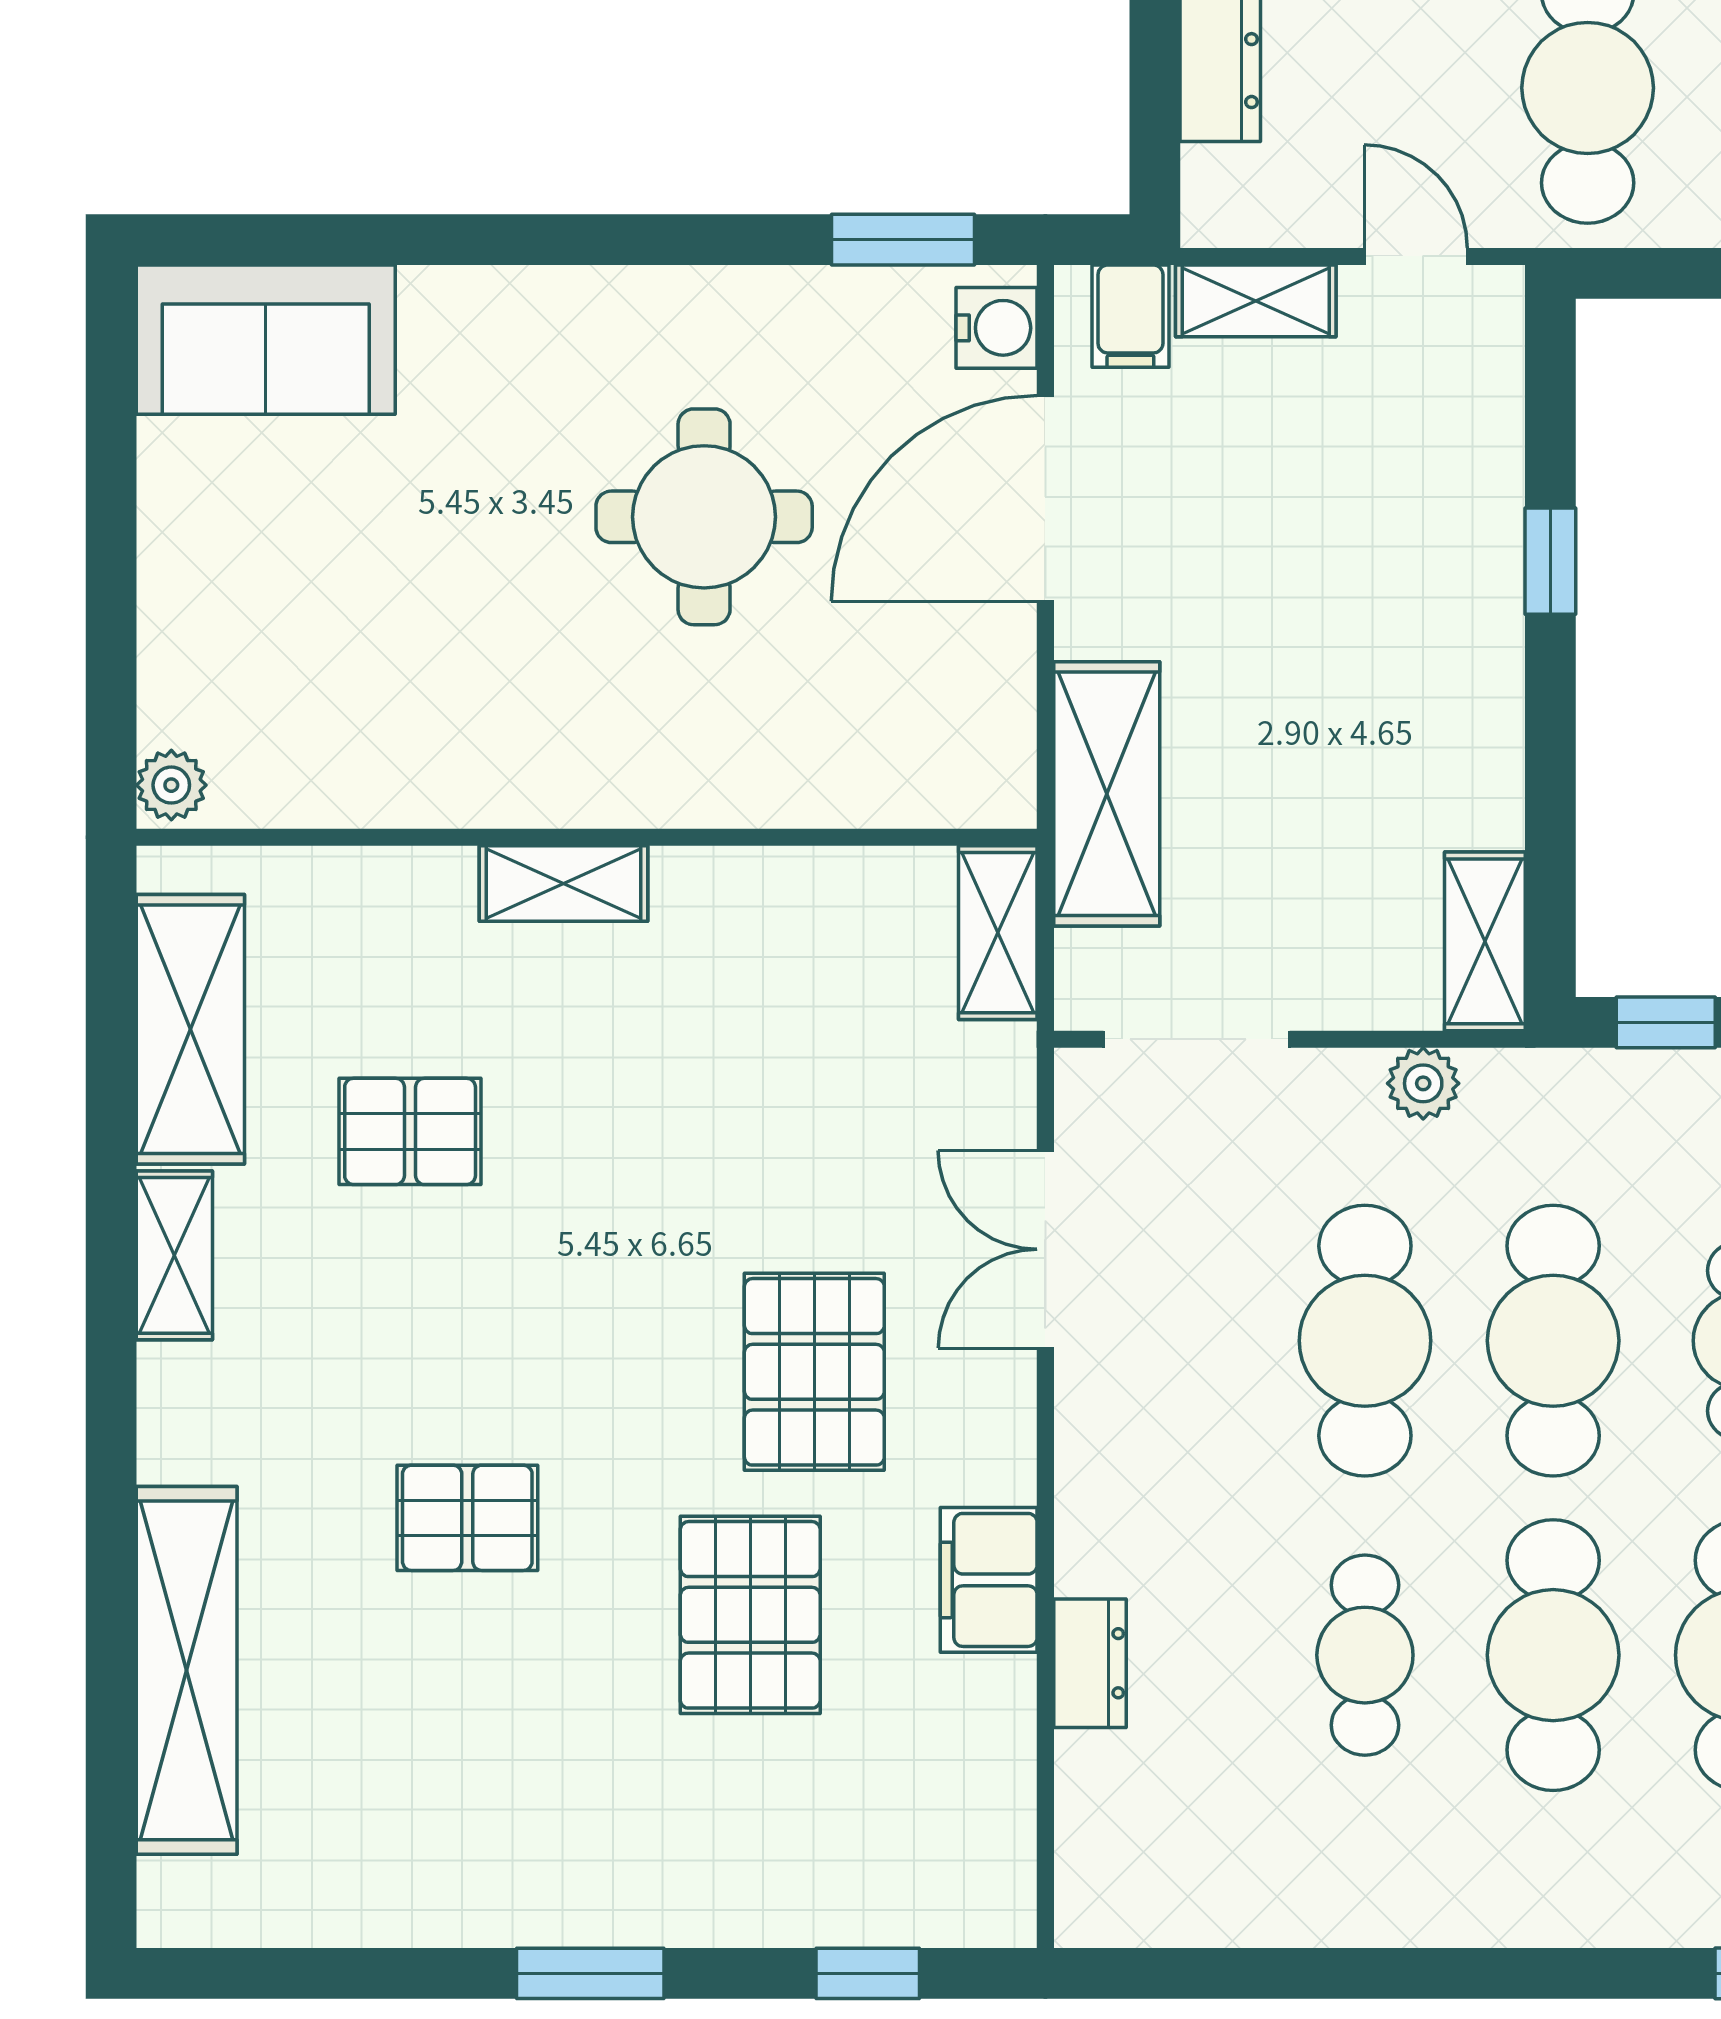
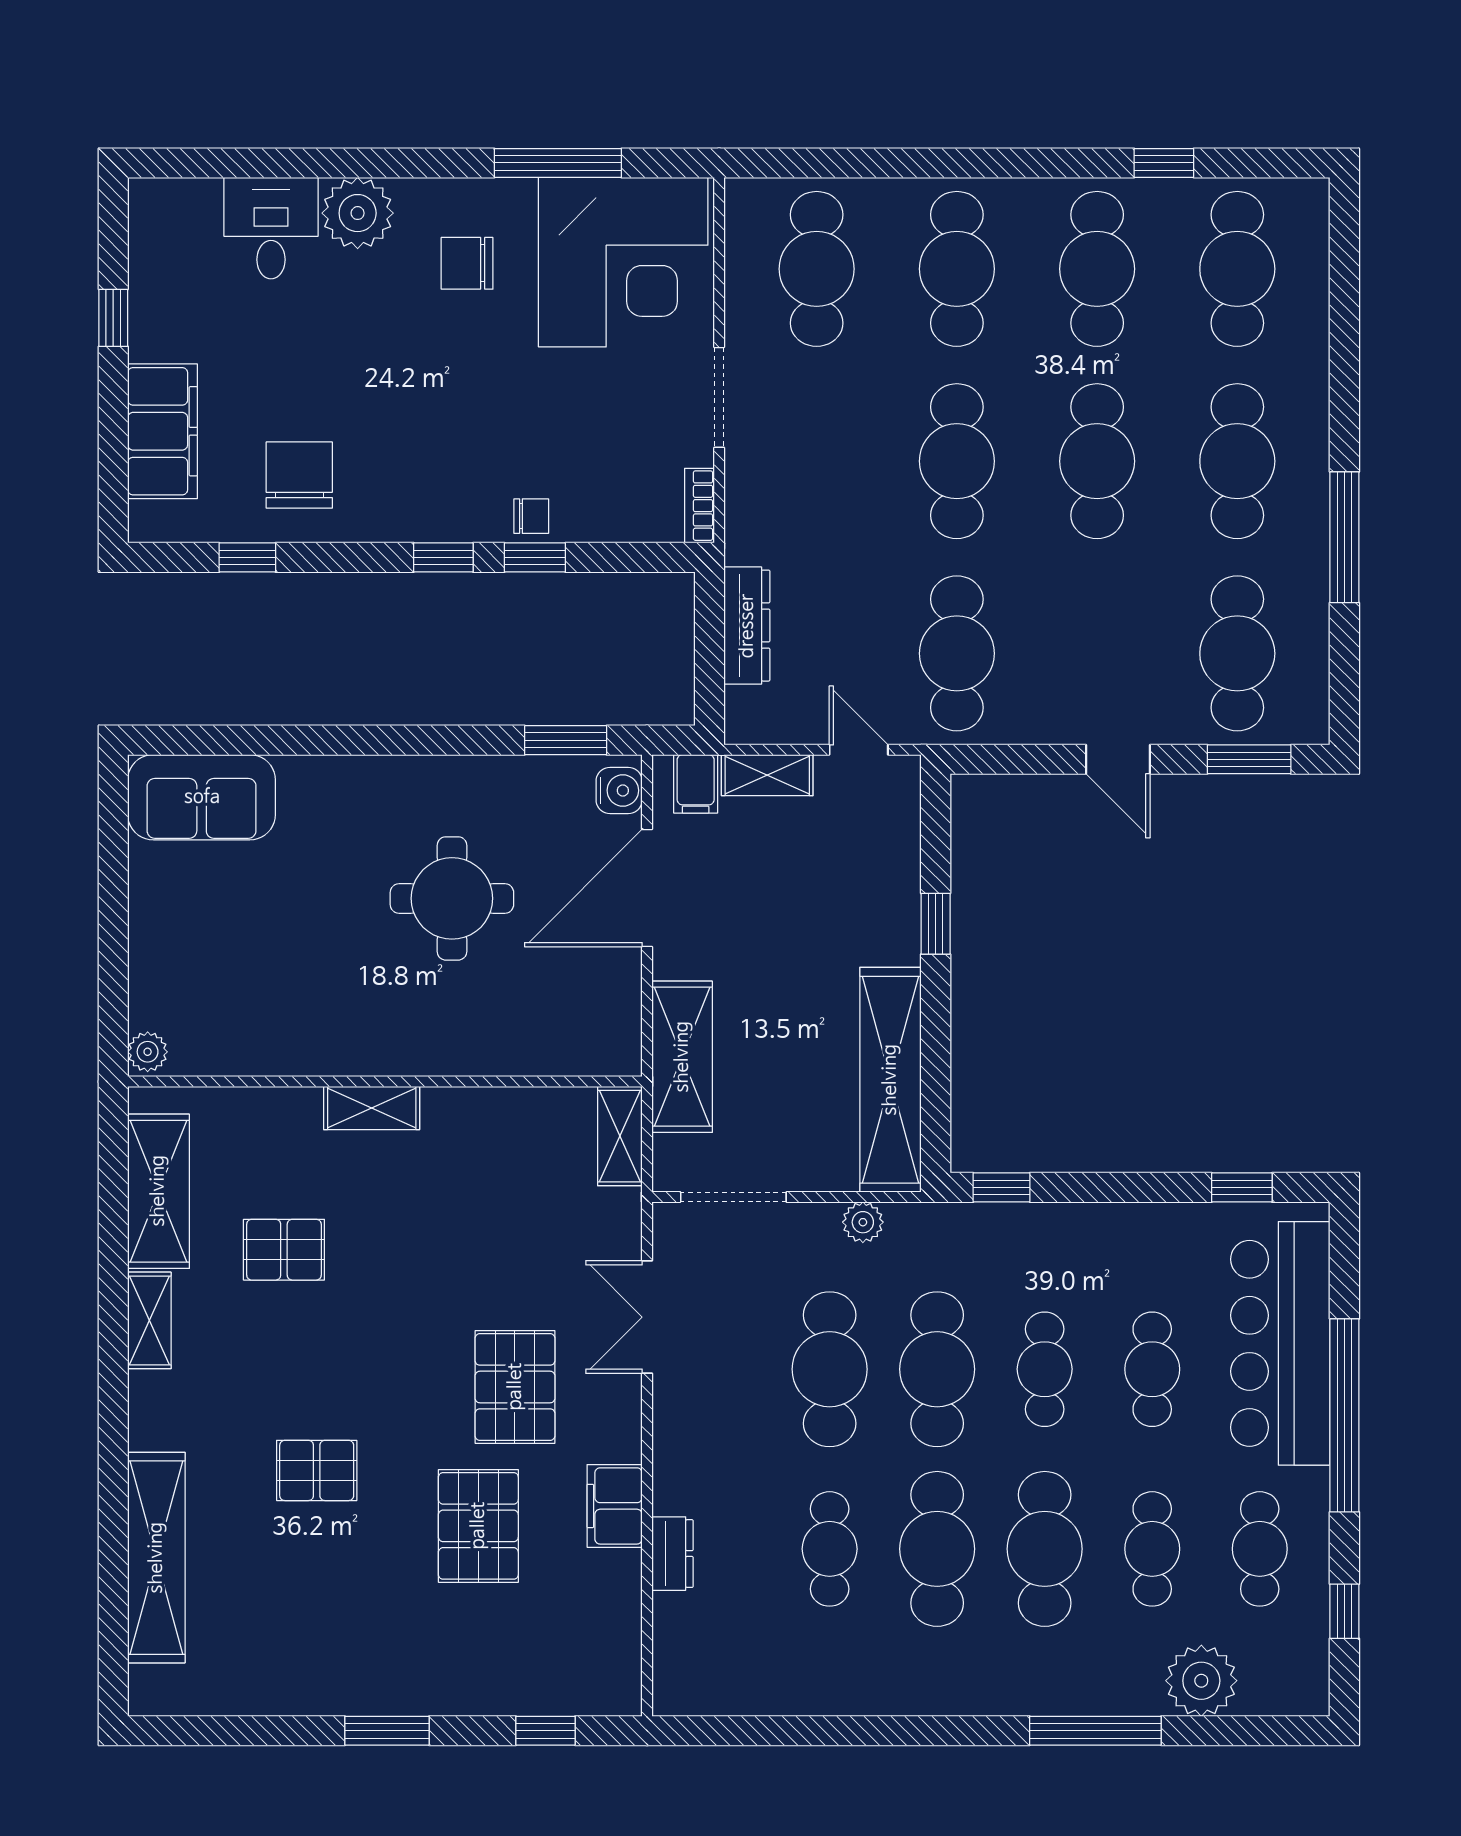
shelving: (1485, 941) -> (890, 1080), width x2.20, depth x1.33

